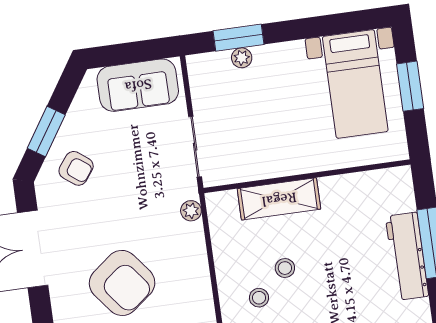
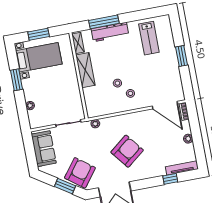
window: (239, 38) -> (16, 80), moved
armchair: (76, 168) -> (80, 173), width x1.88, depth x1.88
shelving: (384, 179) -> (78, 43), added
shelving: (279, 199) -> (85, 70), moved

